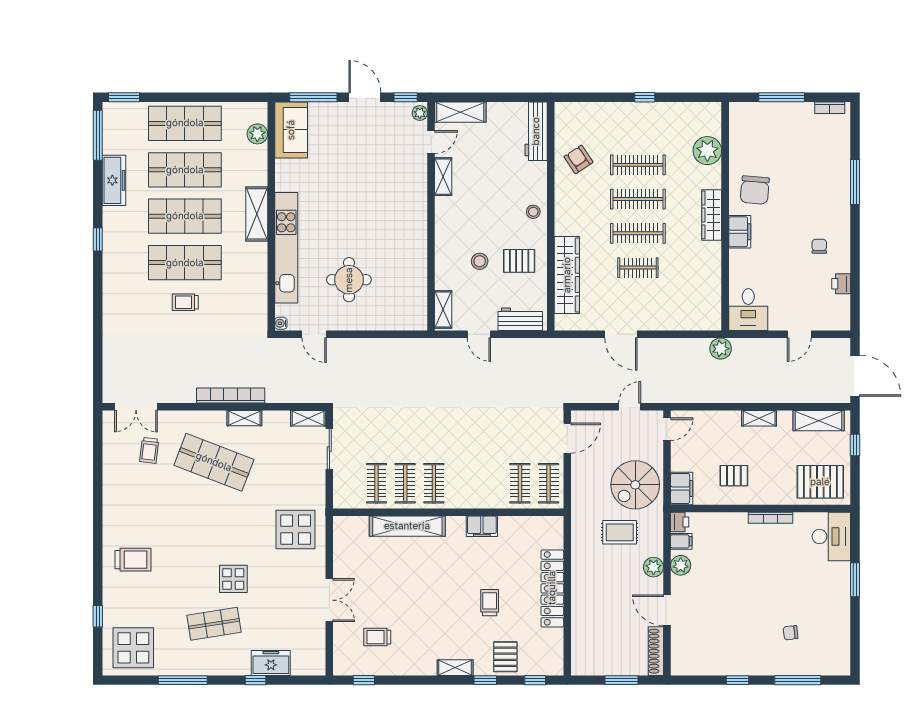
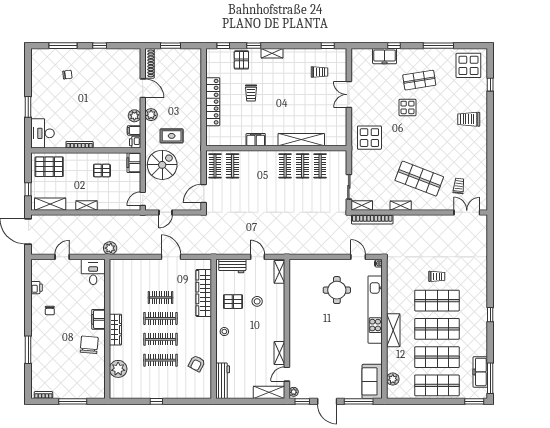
armchair: (578, 159) -> (197, 364), turned 62
freezer: (114, 180) -> (480, 372), moved
bookcase: (231, 396) -> (372, 219), moved

